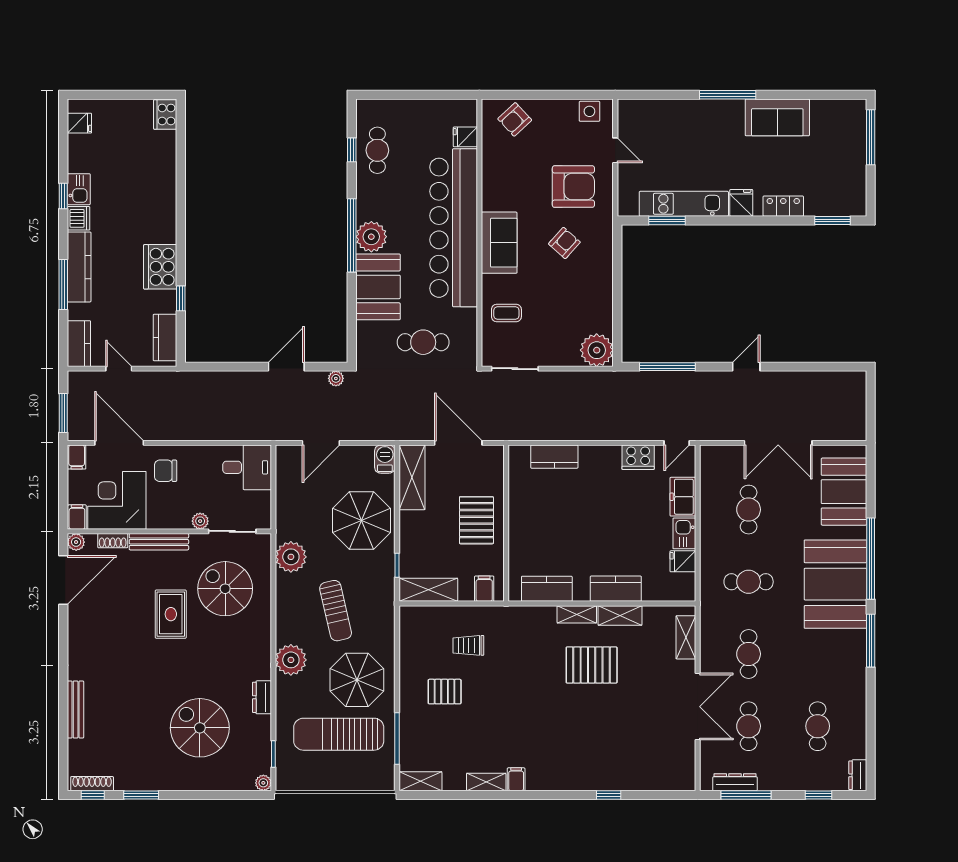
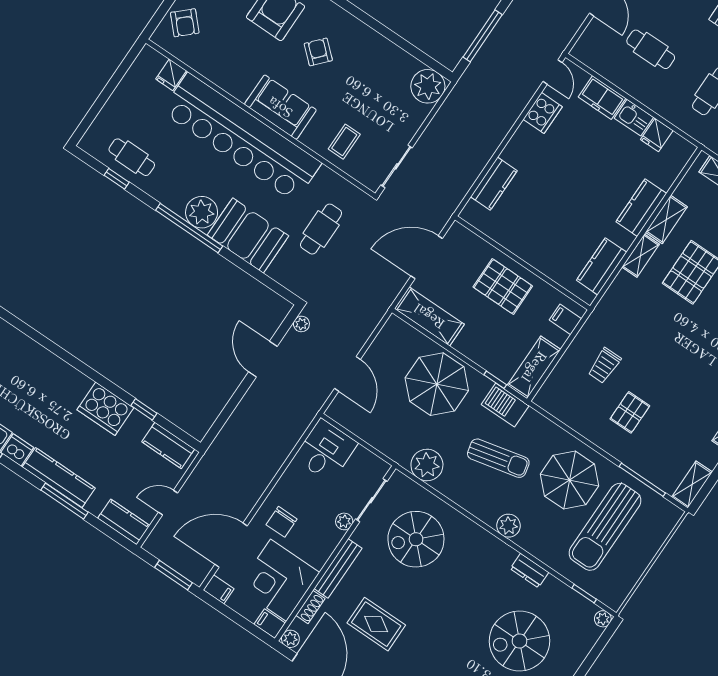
barbecue: (385, 459) -> (505, 405), moved, width x1.38, depth x1.27
rug: (171, 614) -> (376, 624), moved
plant: (291, 660) -> (508, 526), width x0.73, depth x0.73

